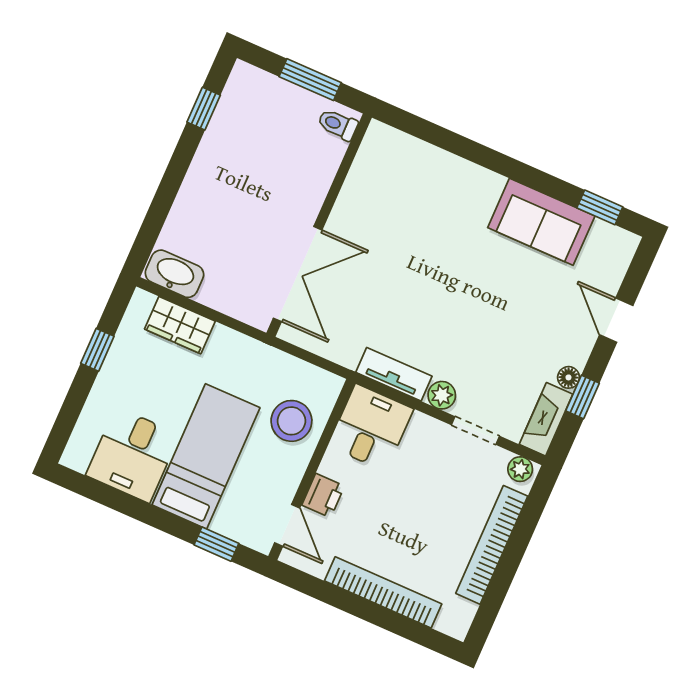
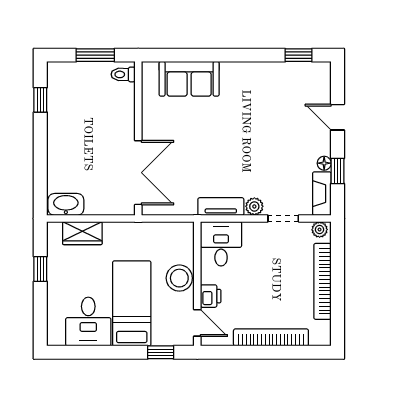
sofa: (541, 222) -> (189, 79), moved
stool: (291, 421) -> (179, 278), moved

